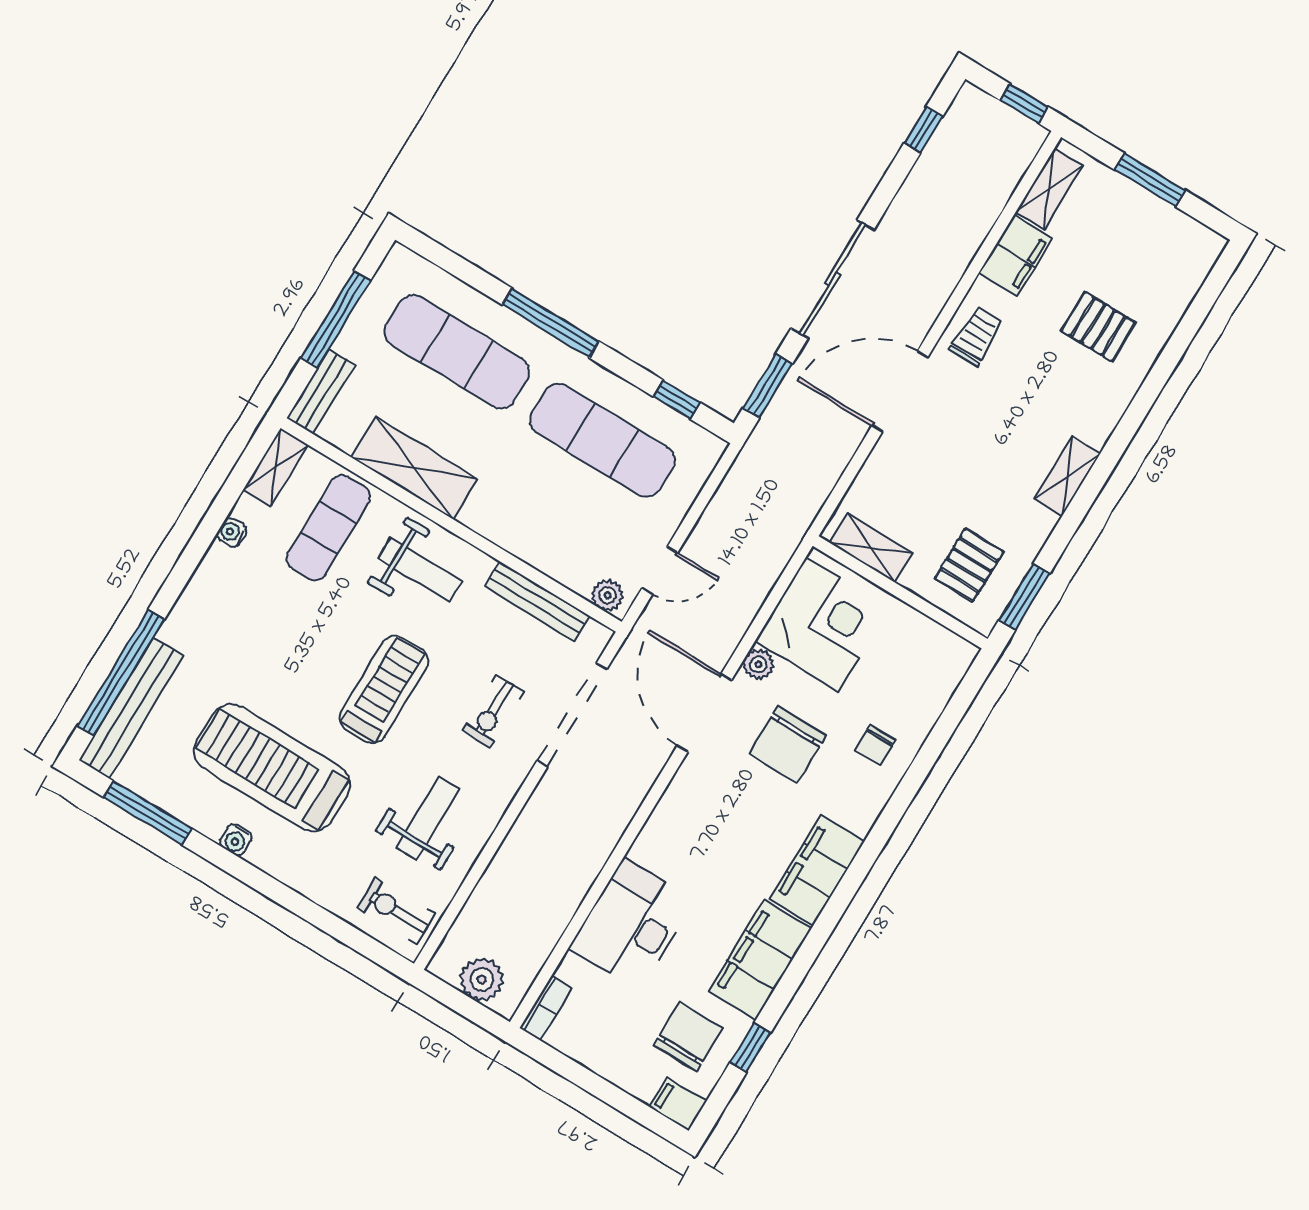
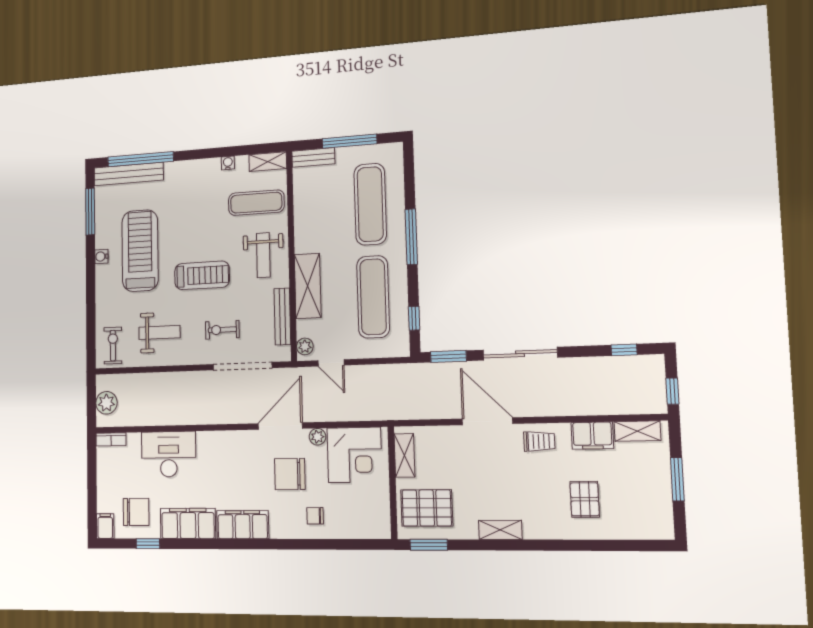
shelving: (414, 468) -> (308, 286), moved
pallet: (969, 565) -> (427, 508), width x1.50, depth x1.42

